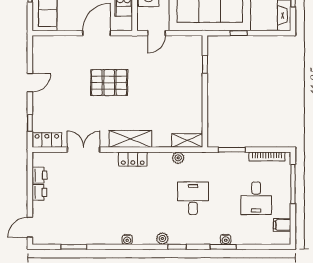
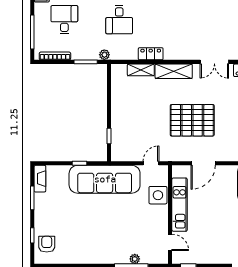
pallet: (109, 83) -> (192, 120), width x1.37, depth x1.41
shelving: (187, 140) -> (141, 70), moved
plant: (178, 158) -> (104, 55), moved
locker: (133, 159) -> (151, 54), moved

